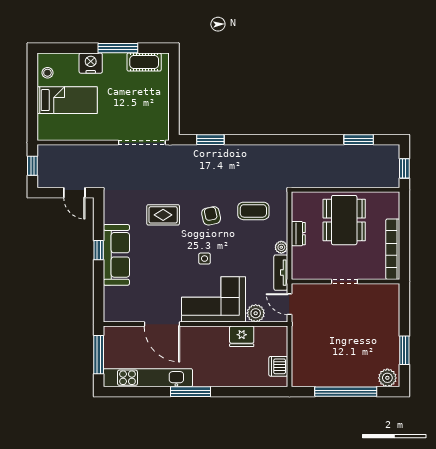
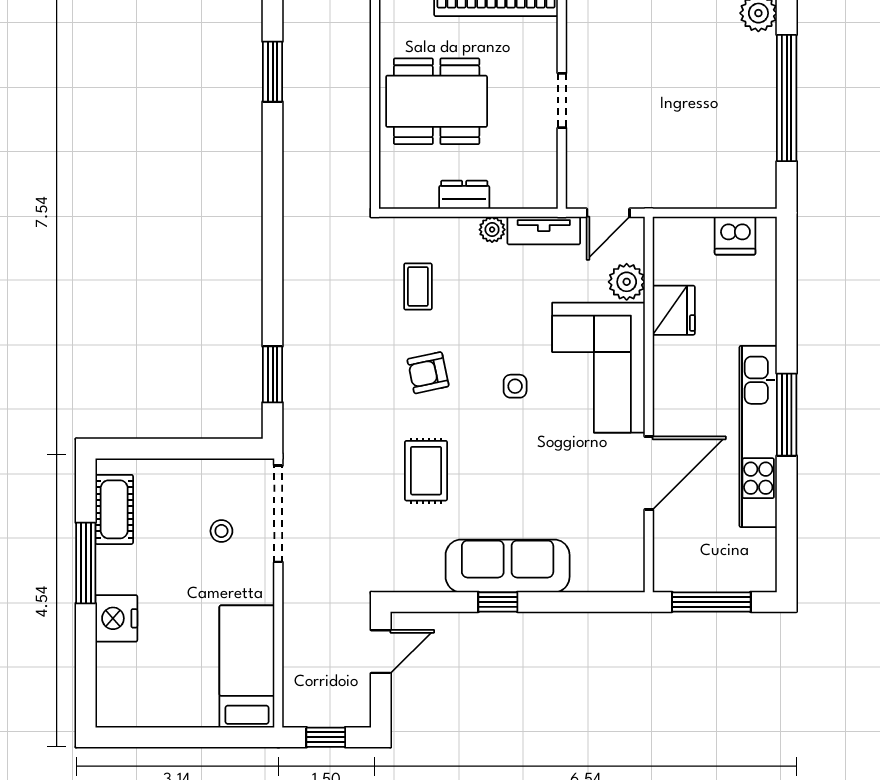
stool: (47, 73) -> (221, 531), moved
bed: (67, 100) -> (247, 666), moved
coffee table: (253, 211) -> (418, 286), width x0.73, depth x0.77
kitchen unit: (148, 378) -> (758, 436), moved

